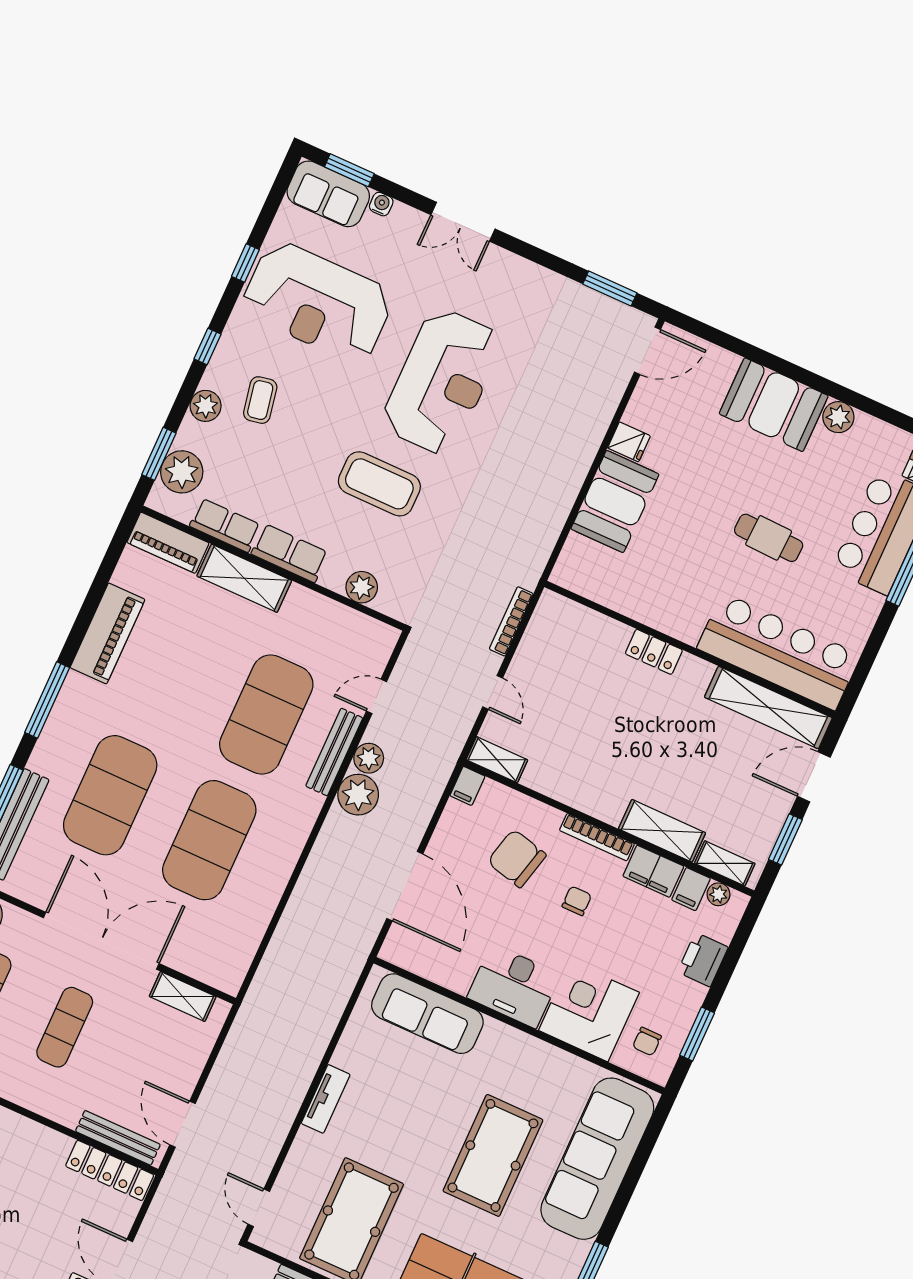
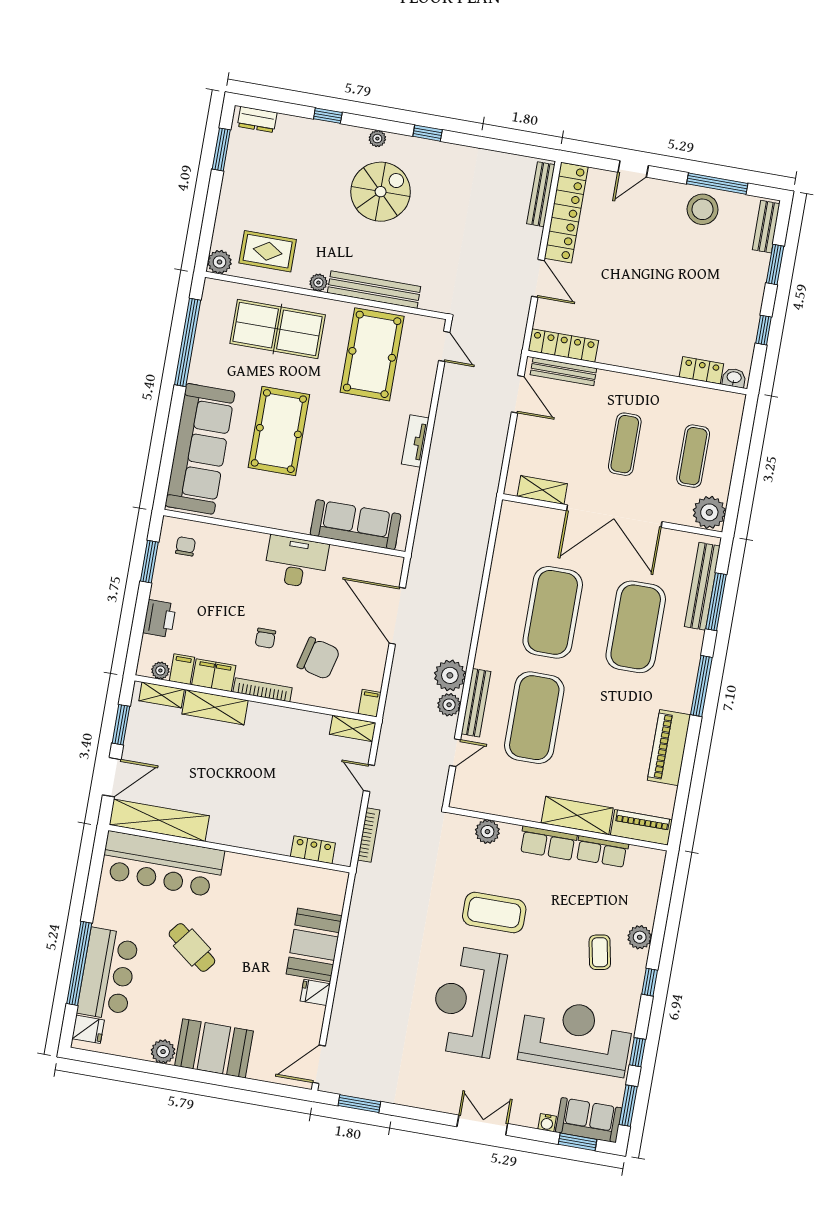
window: (159, 454) -> (628, 1106), moved
plant: (182, 472) -> (645, 883), removed
cafe table: (769, 538) -> (192, 947), turned 36
locker: (654, 652) -> (313, 850), moved
corner desk: (589, 1011) -> (235, 558), removed

